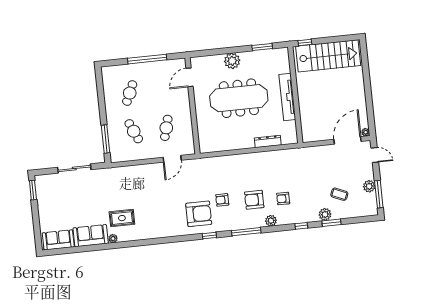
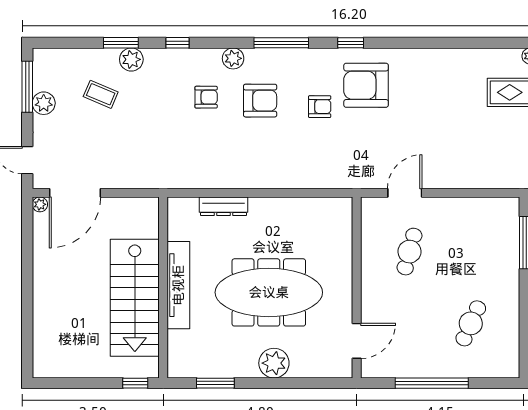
stairs: (328, 56) -> (135, 298), moved, turned -90
cafe table: (134, 131) -> (471, 252), removed

